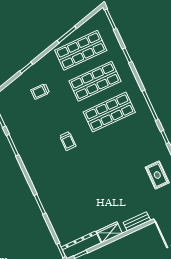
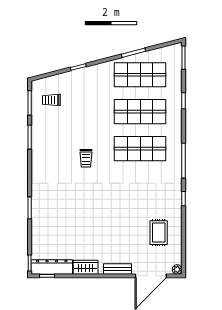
trolley: (40, 91) -> (51, 100), moved

